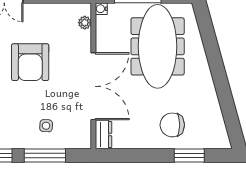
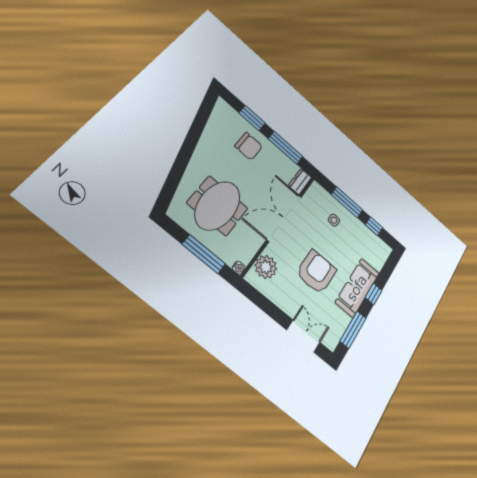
plant: (85, 23) -> (266, 267), width x1.87, depth x1.87
meeting table: (158, 46) -> (218, 206), width x0.73
window: (140, 155) -> (286, 148), added

